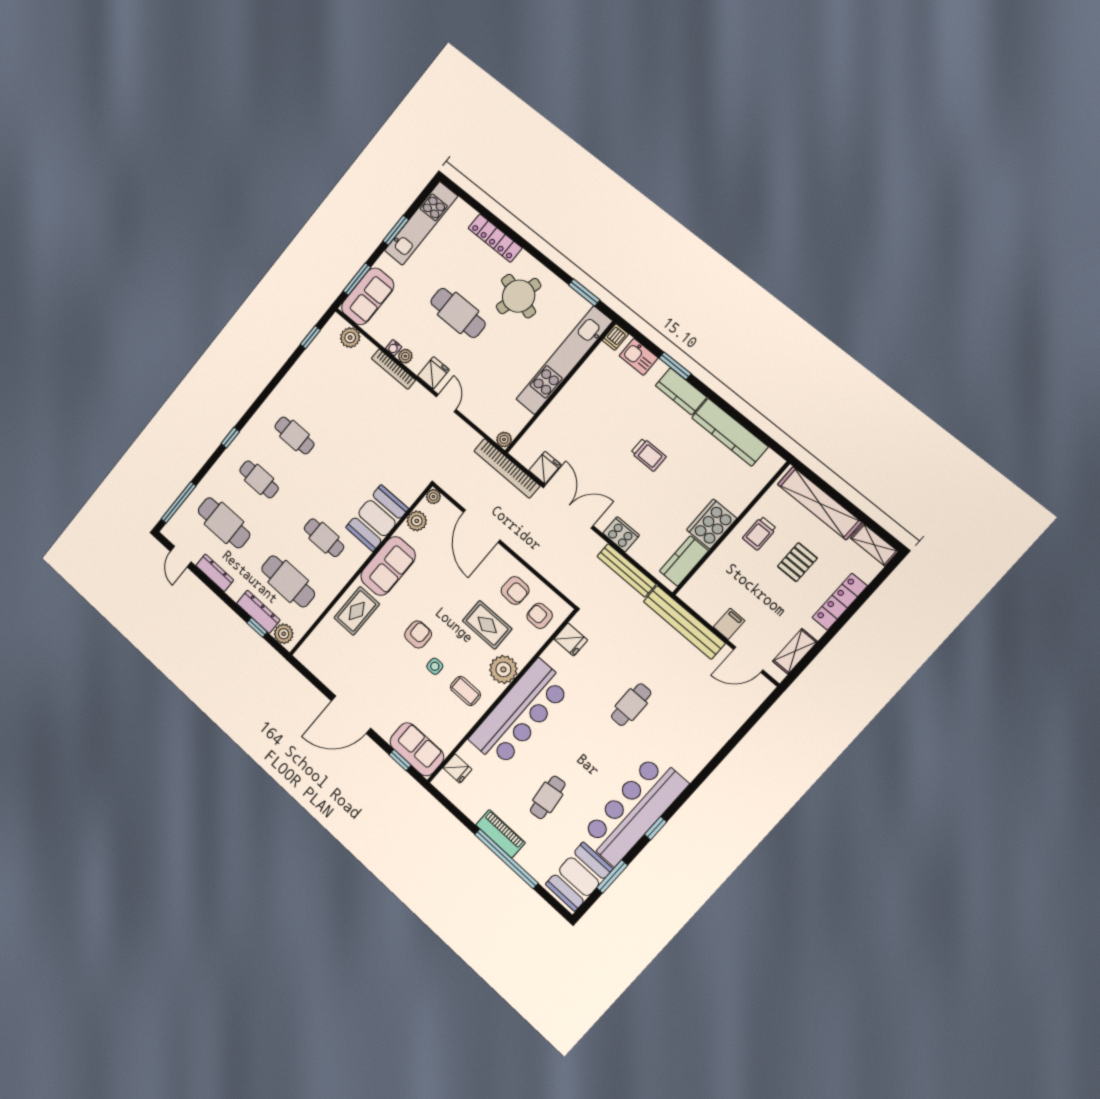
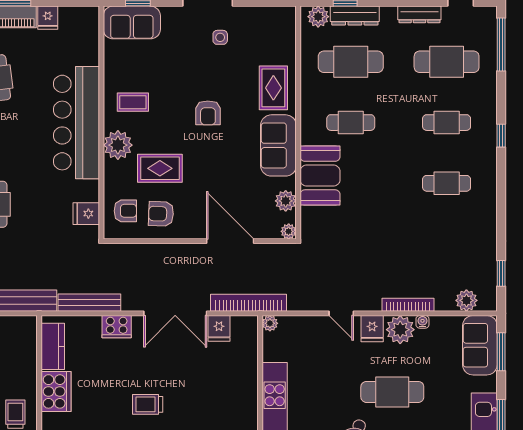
plant: (405, 356) -> (400, 330), width x1.88, depth x1.88
side table: (435, 666) -> (220, 37), moved
fridge: (457, 769) -> (48, 18), moved, turned -90

